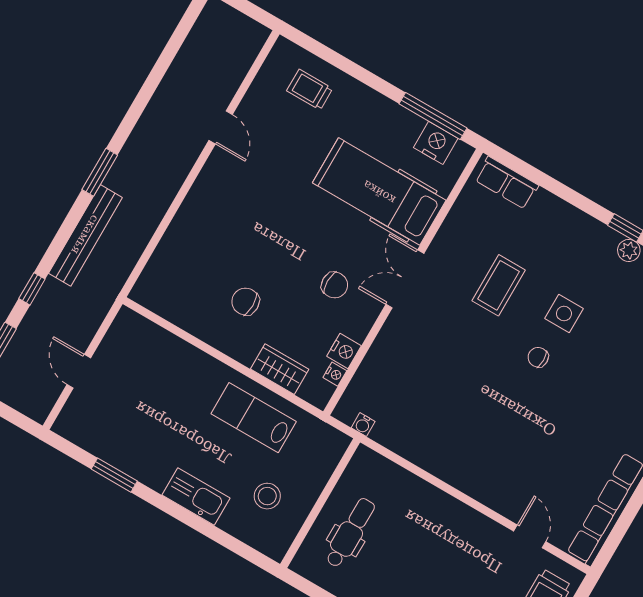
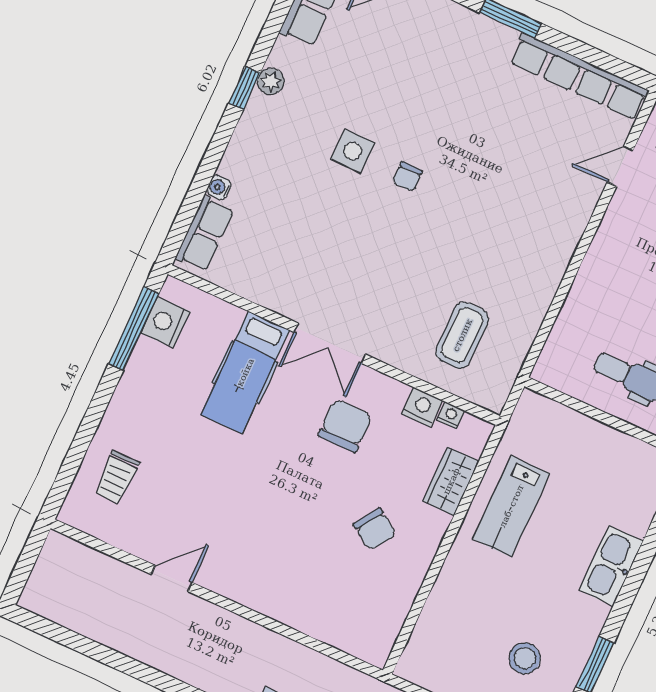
hospital bed: (379, 192) -> (245, 372), width x0.73, depth x0.78
chair: (335, 285) -> (345, 426), width x1.37, depth x1.37
coffee table: (499, 285) -> (462, 335), moved, turned 90
chair: (245, 302) -> (375, 529), turned -56
water cooler: (363, 425) -> (219, 187), moved, turned 180
stool: (267, 496) -> (525, 658), moved

